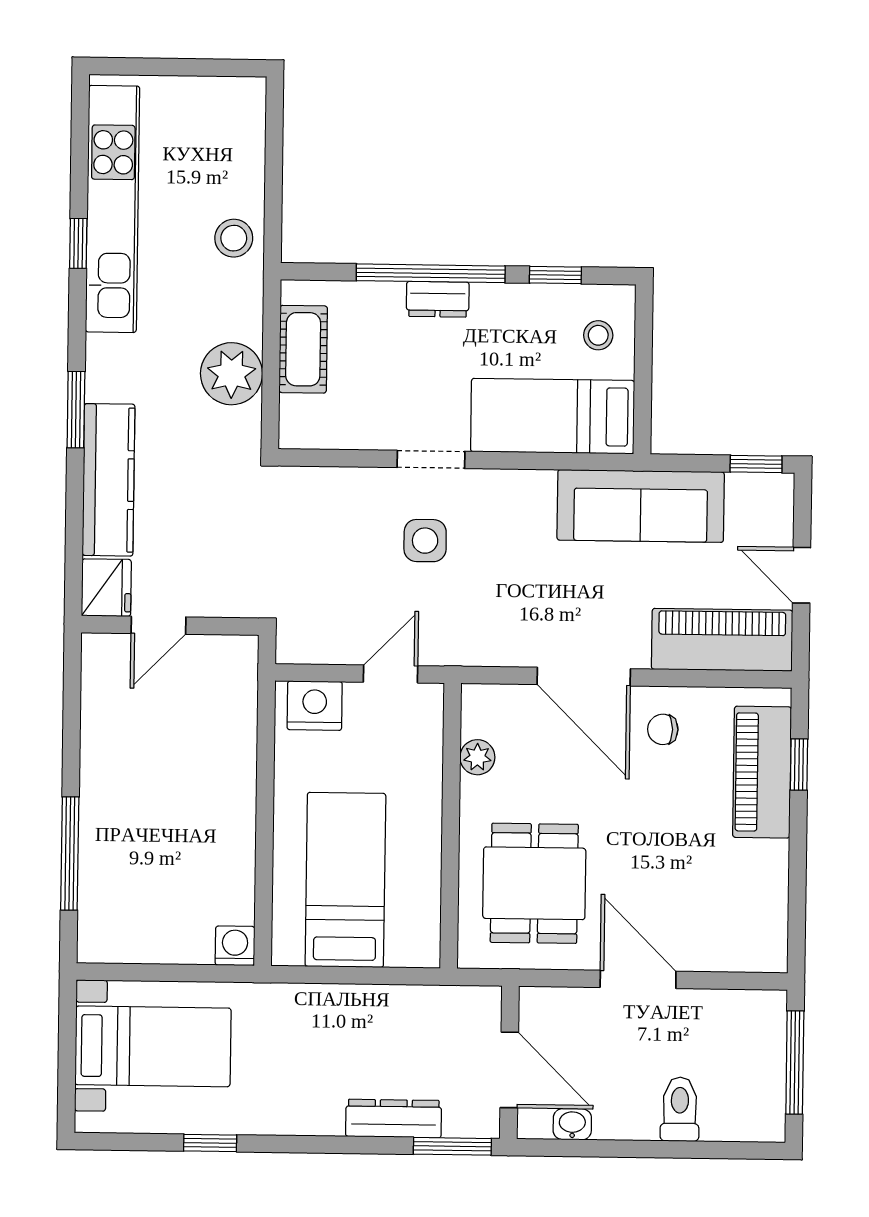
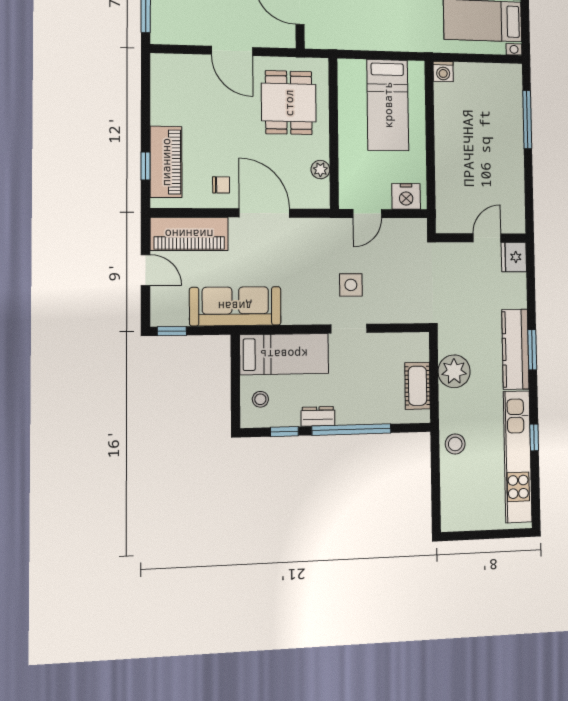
dresser: (438, 299) -> (318, 416), moved
kitchen counter: (109, 480) -> (515, 349), moved

